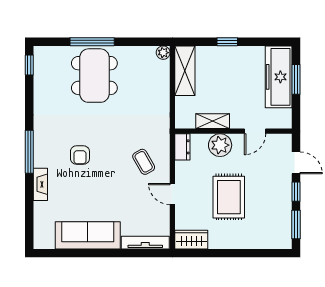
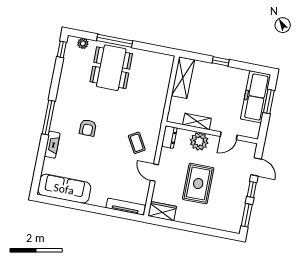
plant: (163, 53) -> (83, 43), moved
sofa: (88, 235) -> (64, 189), moved

